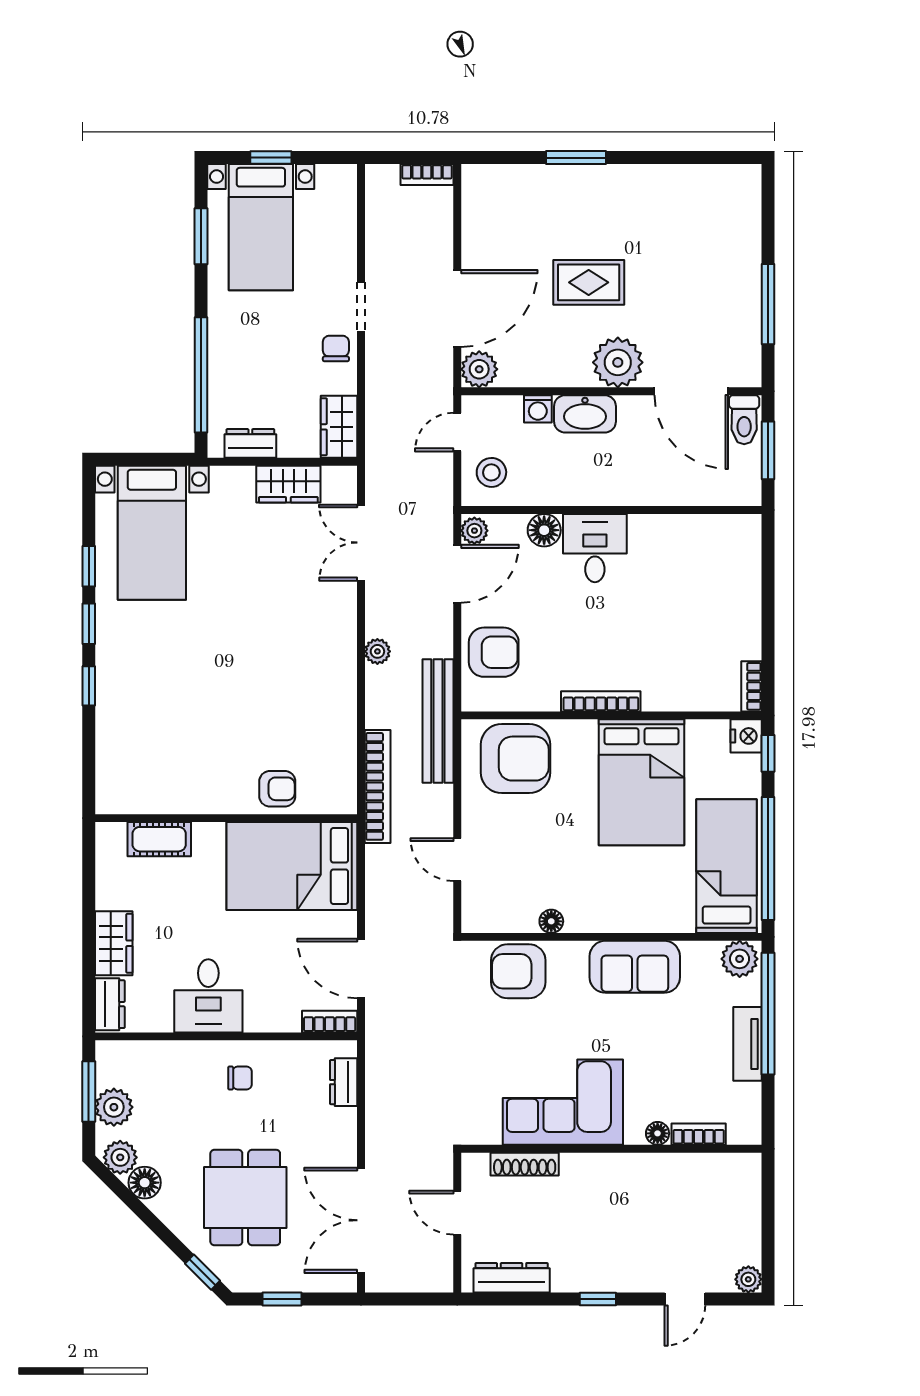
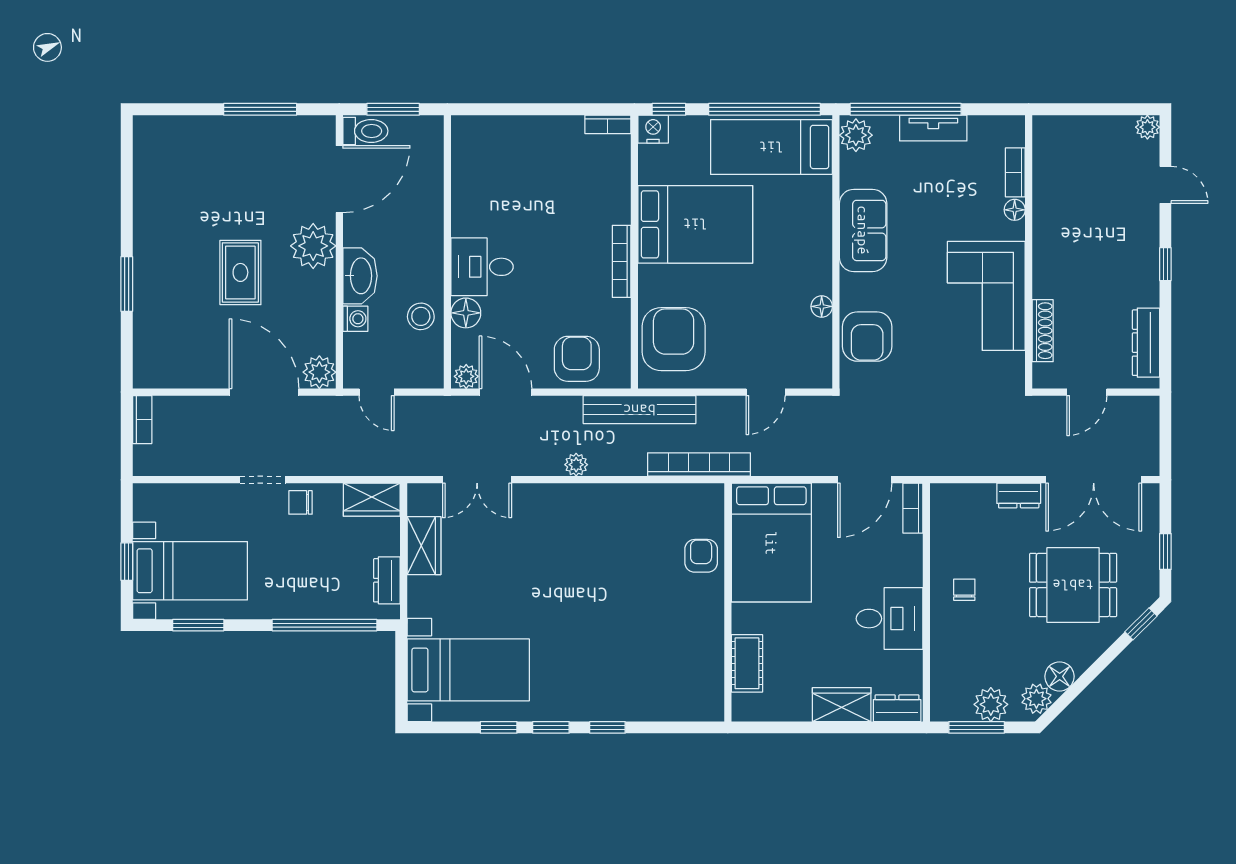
stool: (491, 472) -> (421, 316), moved
dresser: (344, 1082) -> (1019, 496), moved

